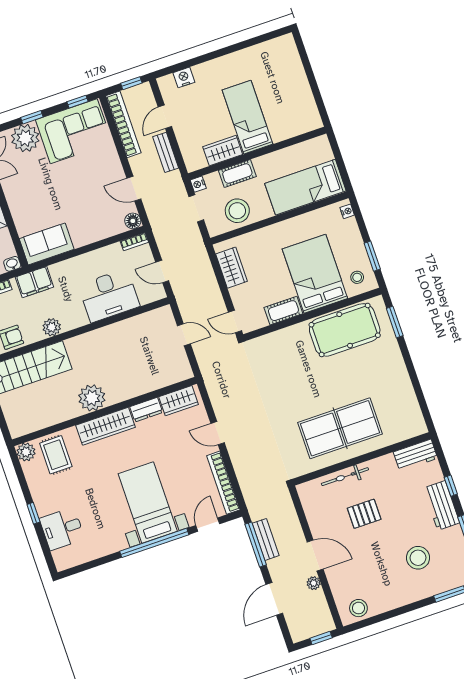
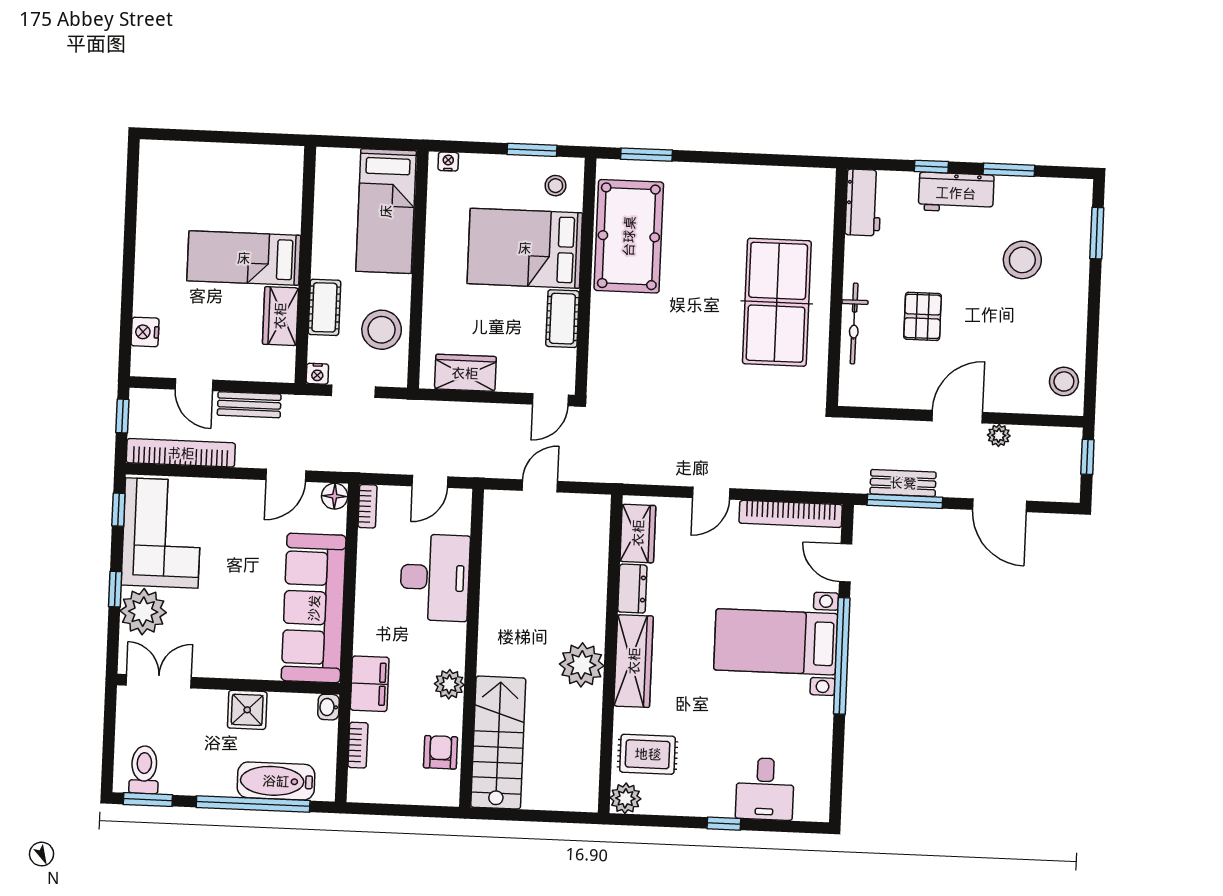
sofa: (47, 244) -> (314, 608), width x1.85, depth x1.27

